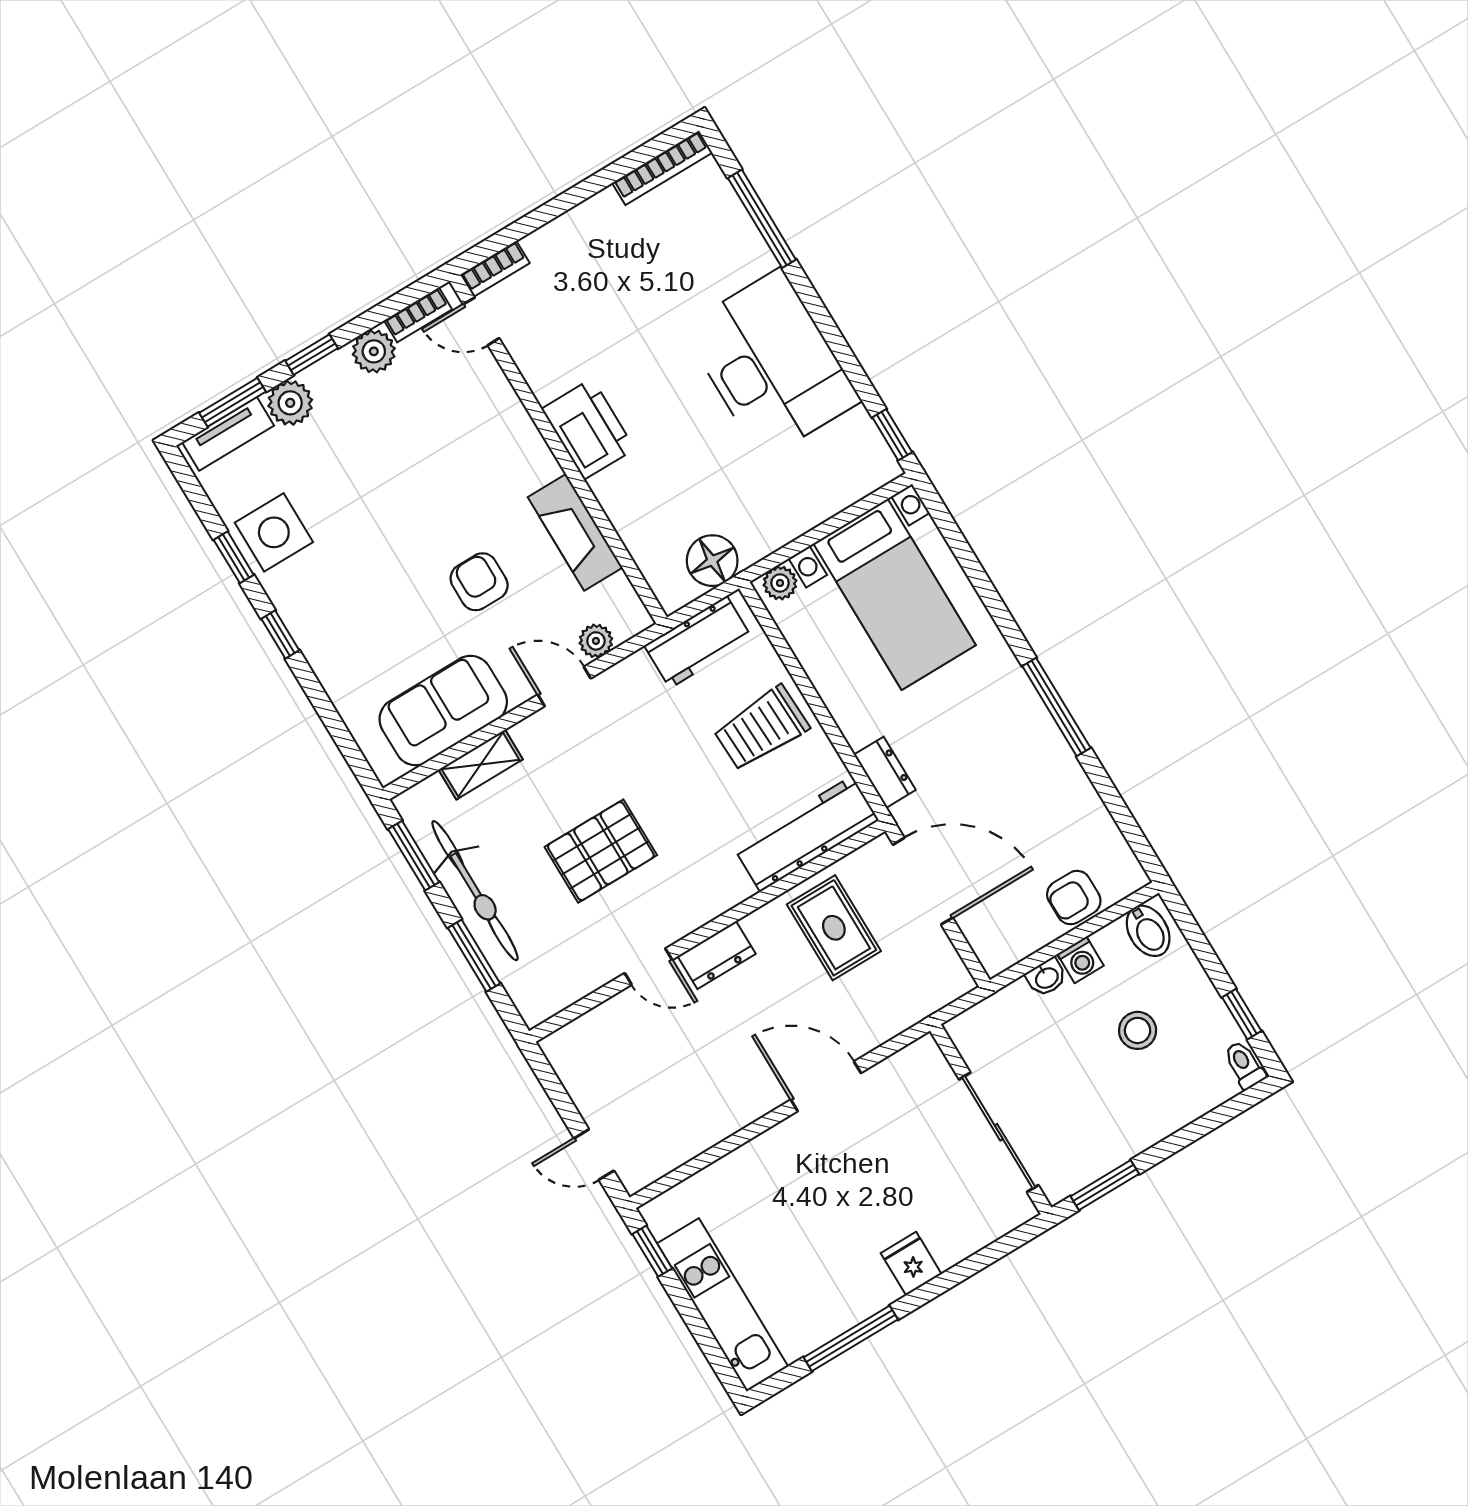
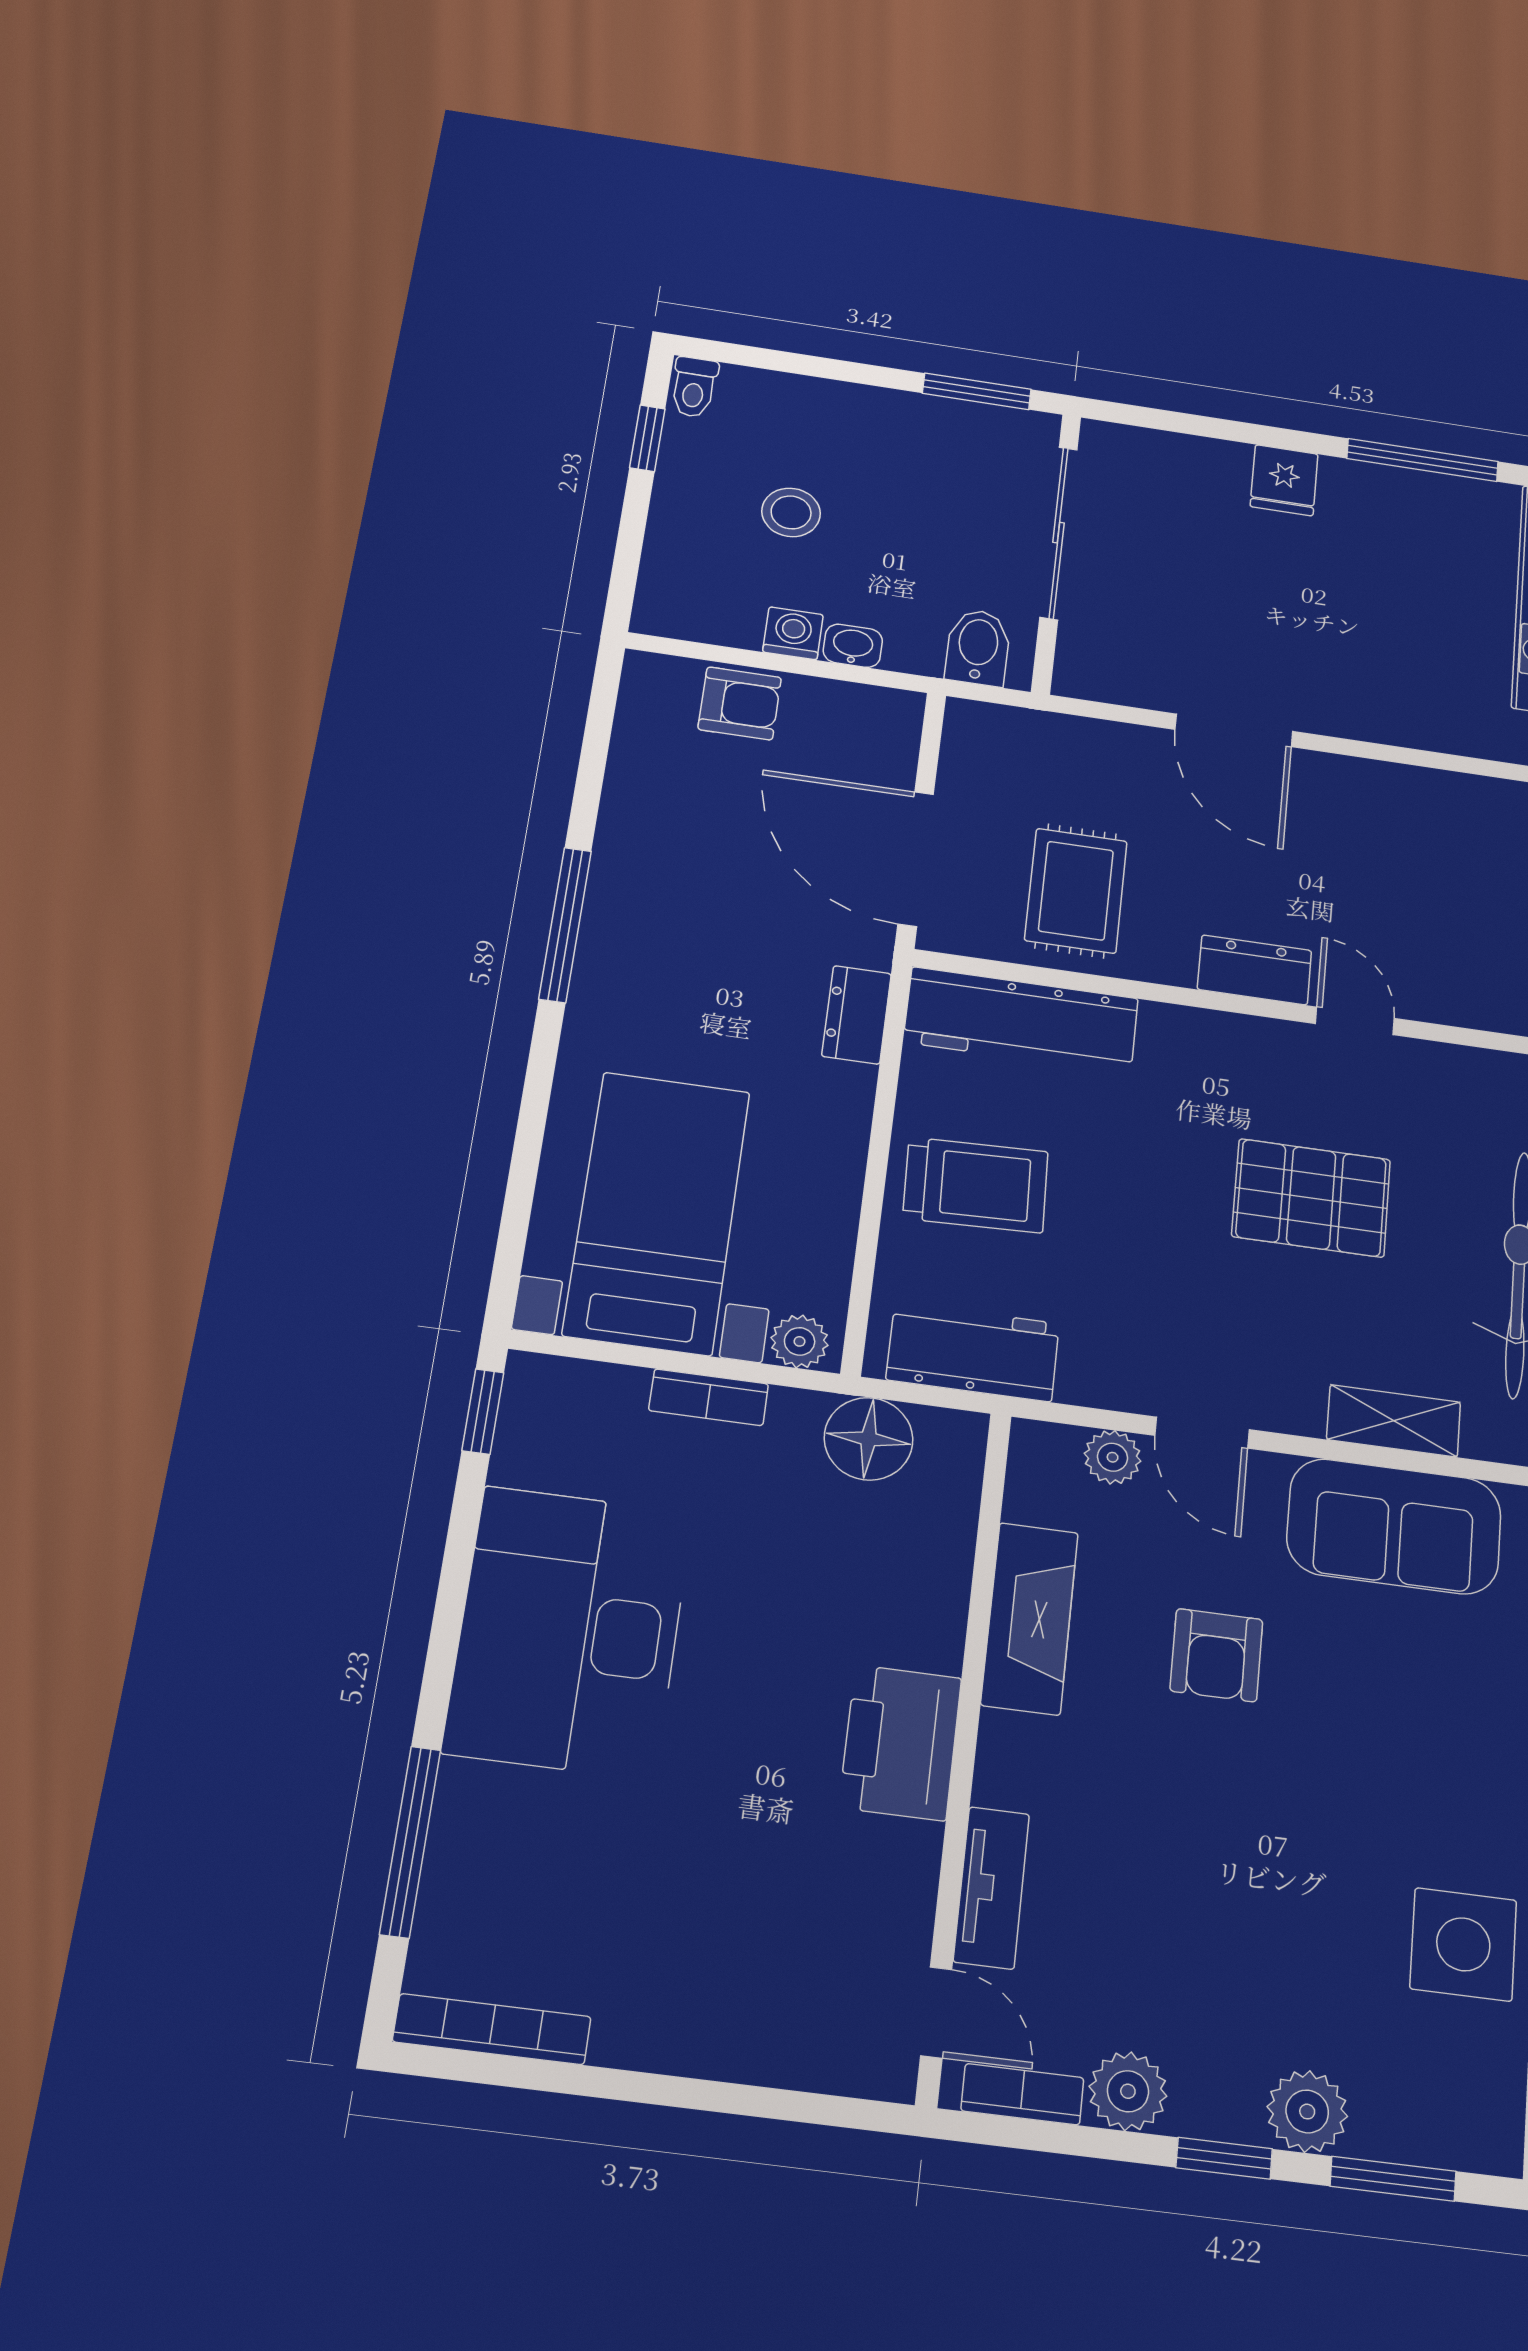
bookcase: (495, 269) -> (709, 1397), moved, turned 180
tv unit: (228, 434) -> (991, 1888), moved, turned 90
bidet: (1148, 931) -> (978, 647), moved

